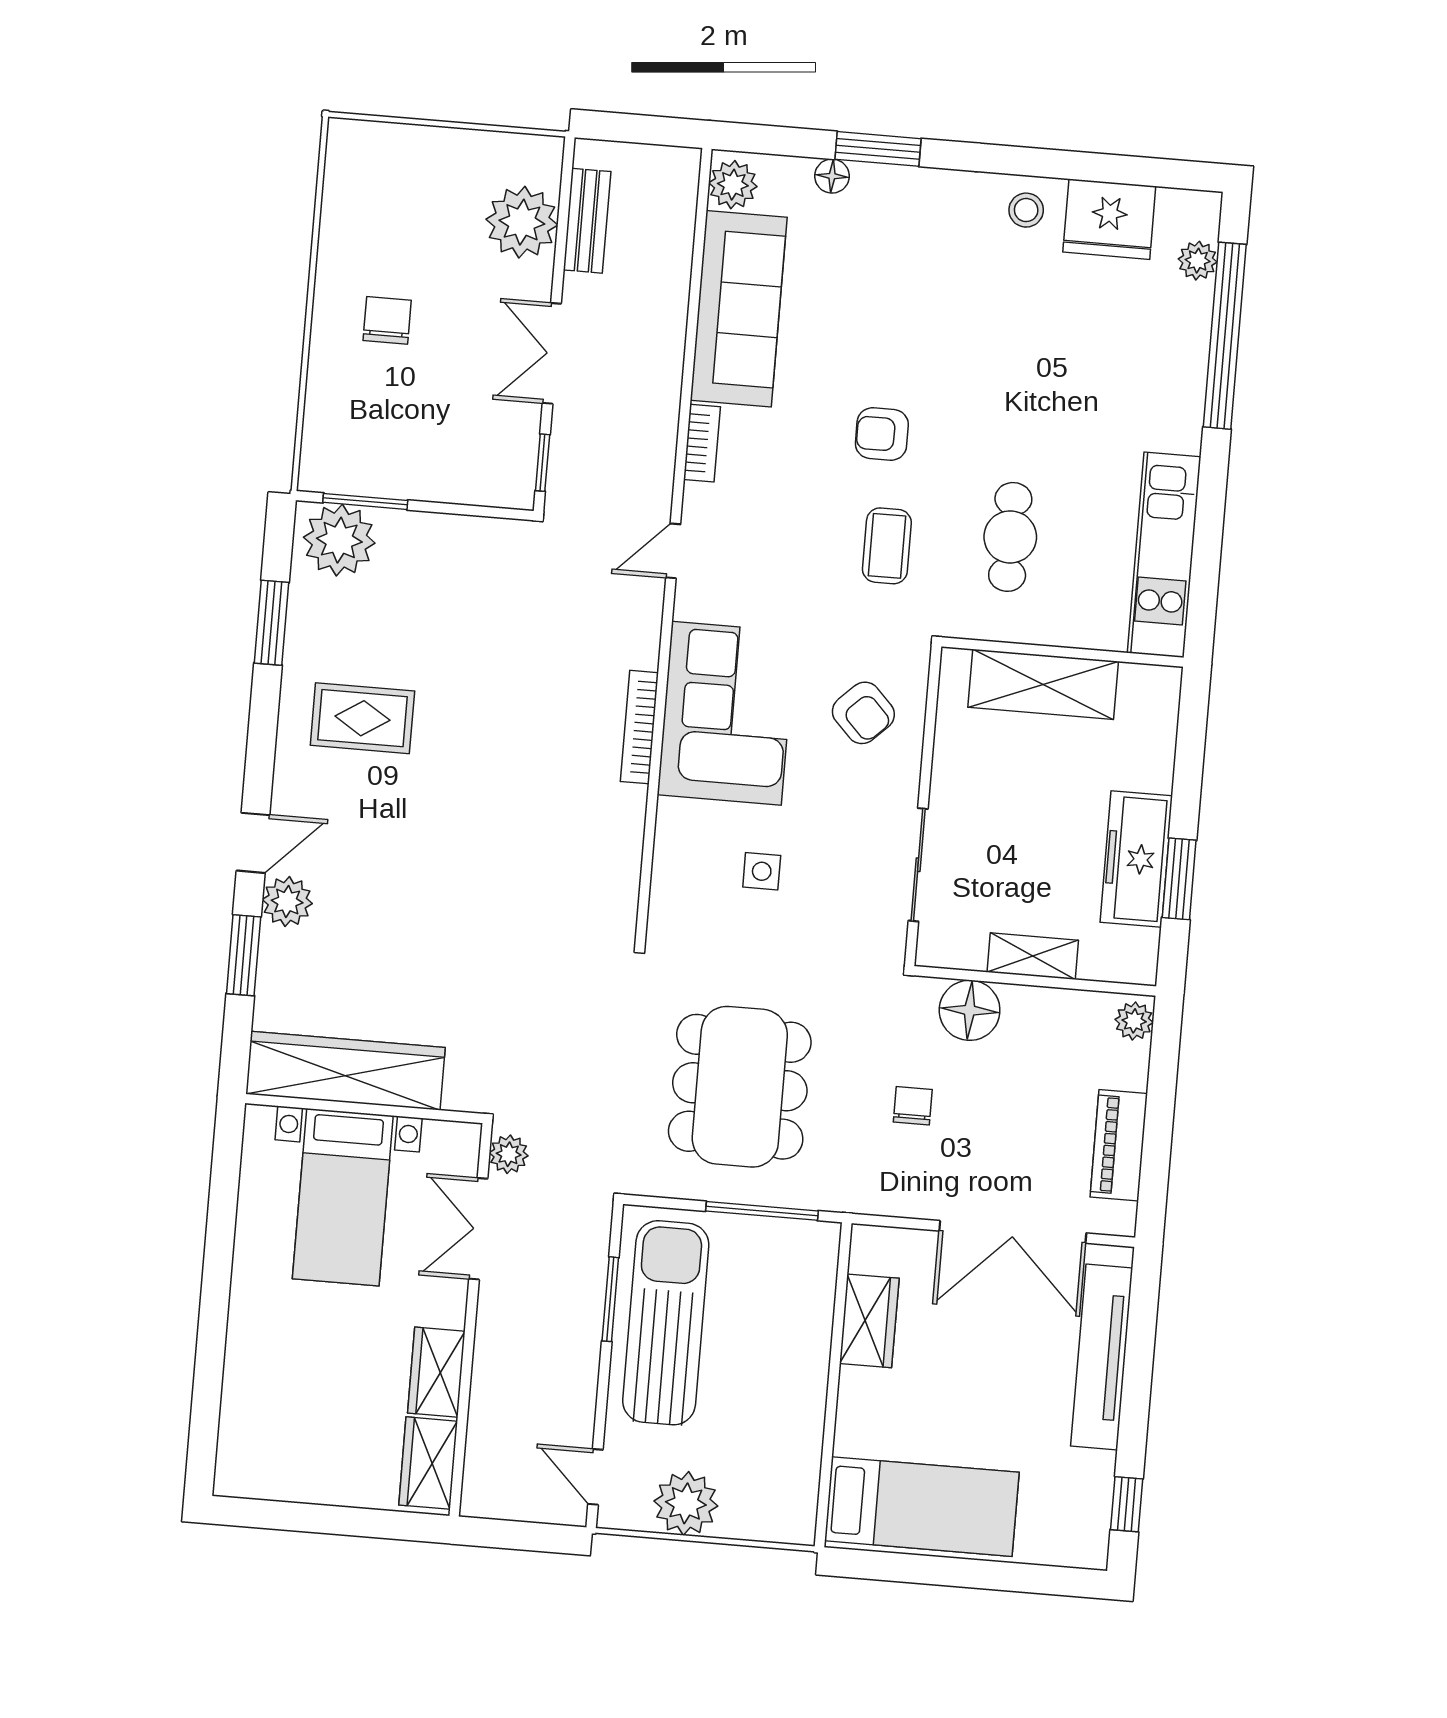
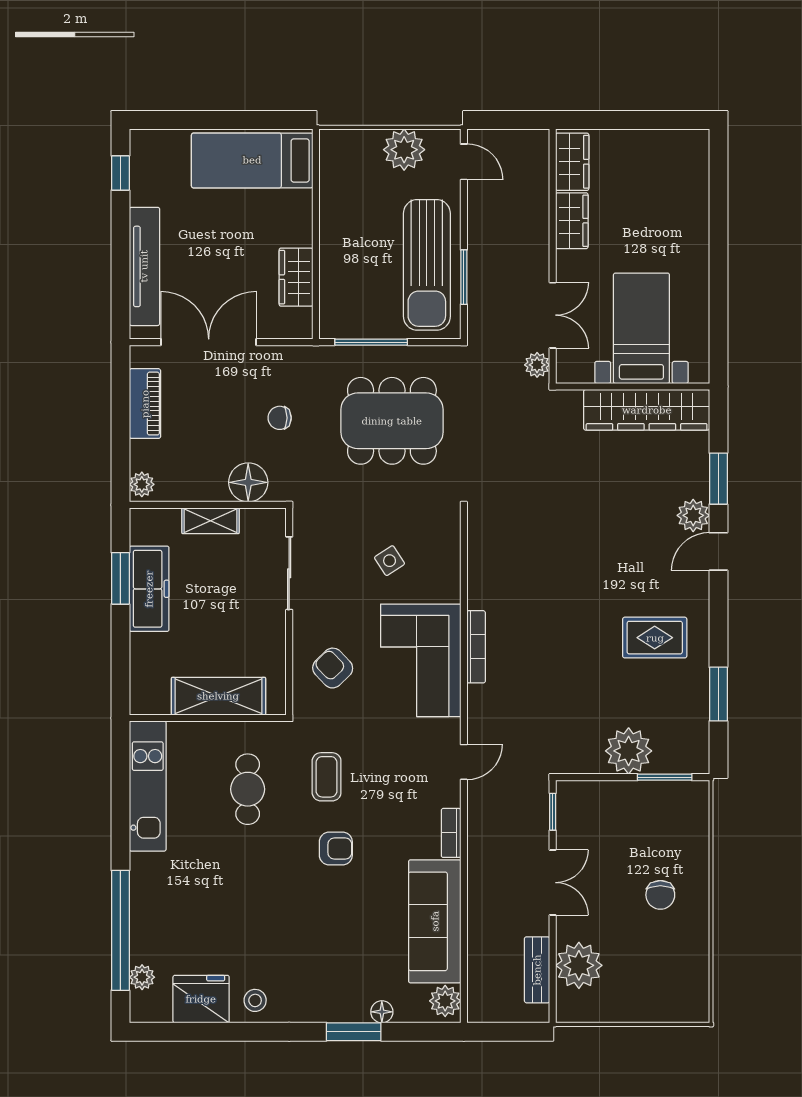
plant: (339, 540) -> (629, 751), moved
side table: (762, 871) -> (390, 561), turned -33
dining table: (740, 1087) -> (392, 421), turned 90
chair: (913, 1106) -> (280, 418), turned 90

